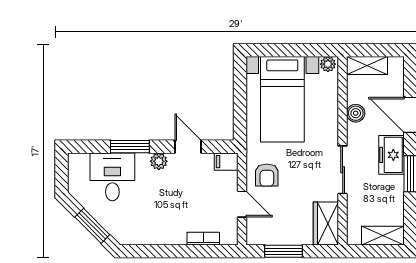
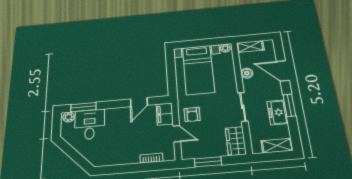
window: (130, 147) -> (83, 107), moved
door: (188, 147) -> (139, 102), swing flipped
freezer: (391, 155) -> (277, 112), moved
plant: (159, 161) -> (69, 117), moved
filing cabinet: (226, 162) -> (165, 114), width x2.00
window: (92, 226) -> (75, 156), removed

